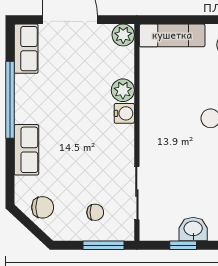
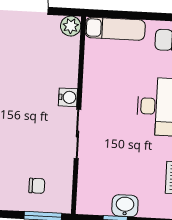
plant: (123, 90) -> (68, 76), removed
sliding door: (137, 193) -> (77, 134), moved

